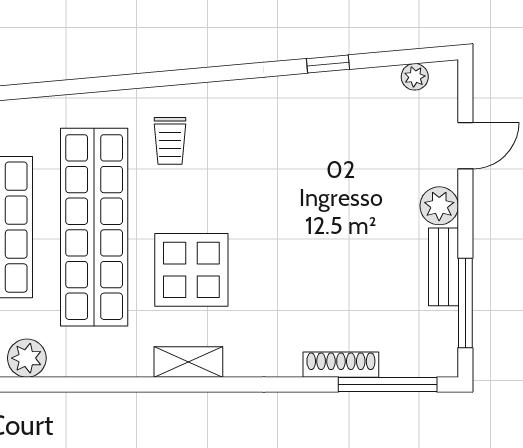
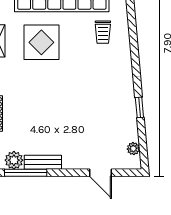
trolley: (170, 141) -> (103, 32), turned -90
plant: (439, 206) -> (14, 160), moved

